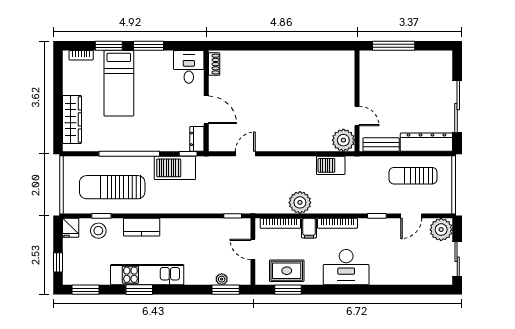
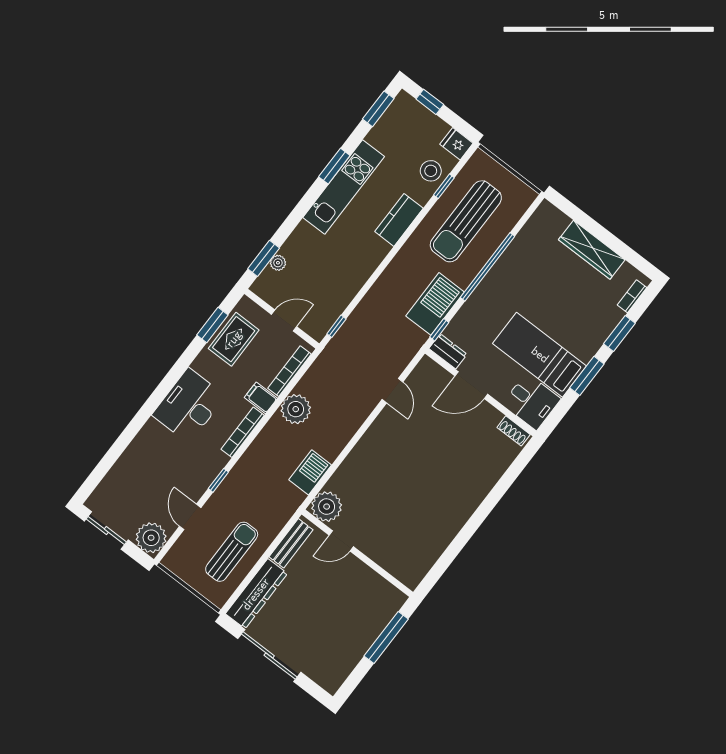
bed: (119, 83) -> (540, 355), moved
wardrobe: (72, 119) -> (592, 250), moved
sun lounger: (112, 187) -> (466, 221), turned 180

